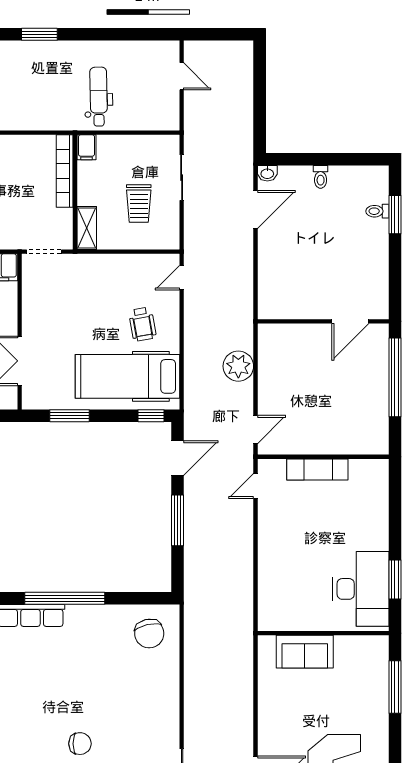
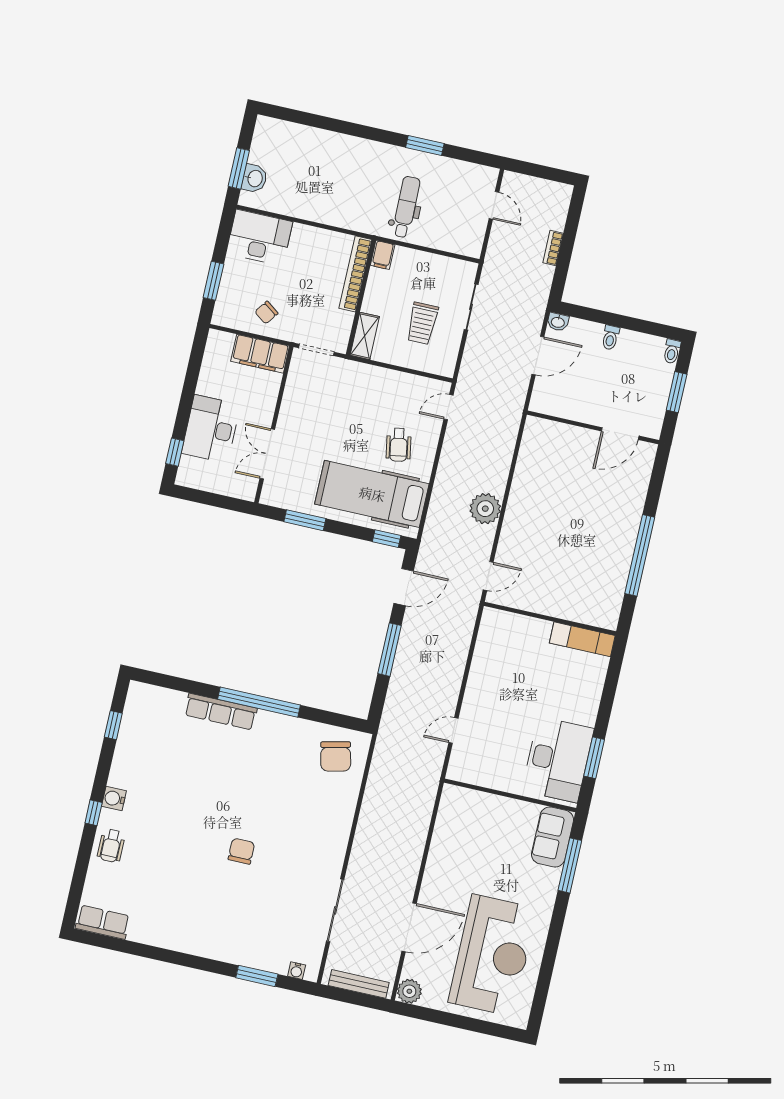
window: (39, 34) -> (425, 145), moved
bookcase: (247, 104) -> (553, 248), added
toilet: (377, 211) -> (672, 351), moved, turned -90
wall: (323, 321) -> (593, 427), moved
door: (350, 321) -> (620, 434), moved
exam couch: (317, 469) -> (582, 639), moved
door: (255, 486) -> (453, 730), moved
sofa: (305, 652) -> (553, 837), moved, turned 90
chair: (80, 744) -> (241, 851), turned -90

